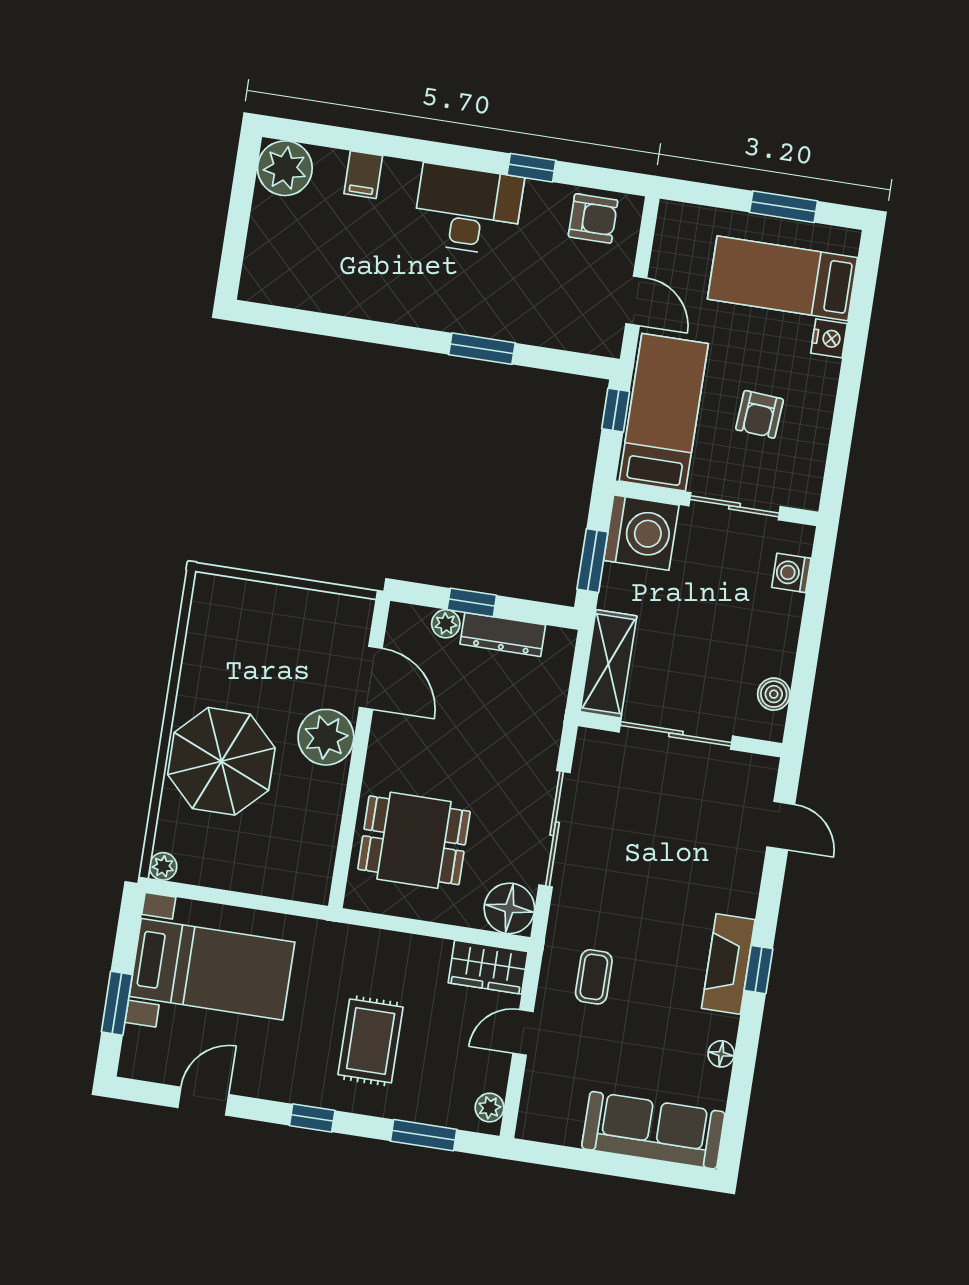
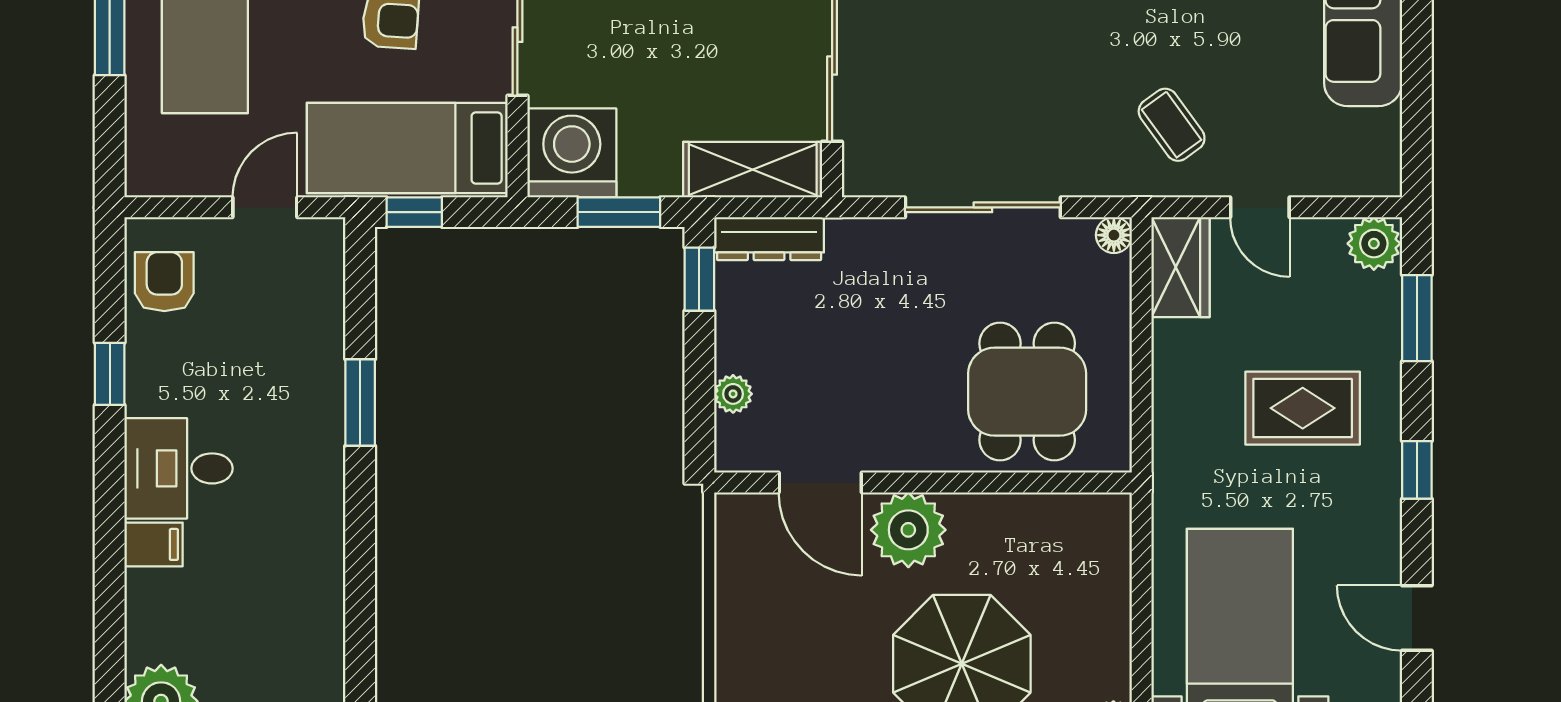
filing cabinet: (363, 175) -> (153, 544), moved
desk: (468, 210) -> (178, 468), width x0.73
window: (472, 602) -> (699, 279), moved
dresser: (503, 635) -> (769, 239), moved, turned 90
door: (371, 678) -> (820, 483), swing flipped
floor lamp: (509, 908) -> (1114, 235), width x0.53, depth x0.53
coffee table: (594, 977) -> (1172, 125), turned 54
plant: (490, 1108) -> (1374, 244), width x1.38, depth x1.38

